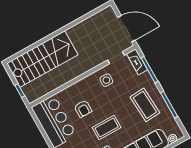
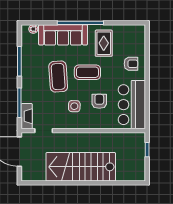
stairs: (42, 59) -> (81, 167), moved
side table: (106, 80) -> (74, 106), moved
coffee table: (145, 105) -> (58, 77), moved

